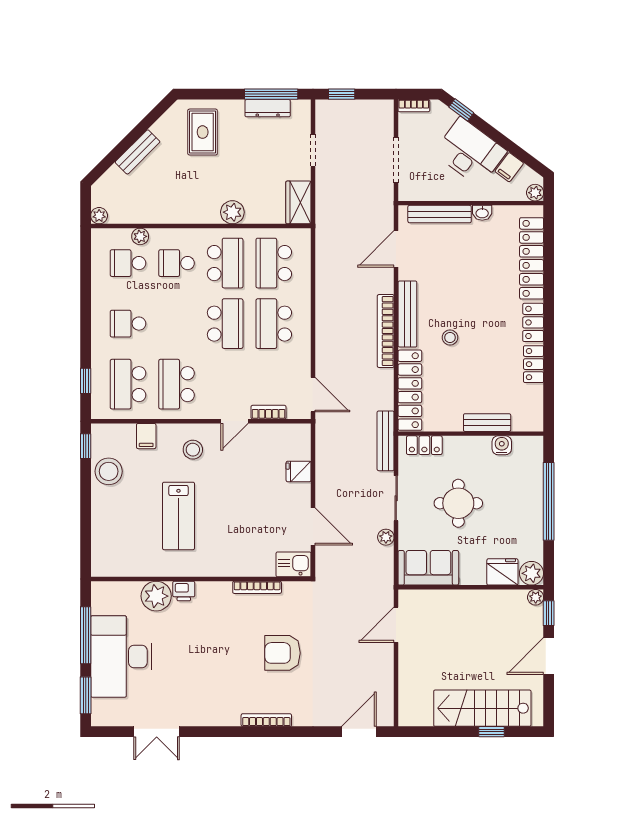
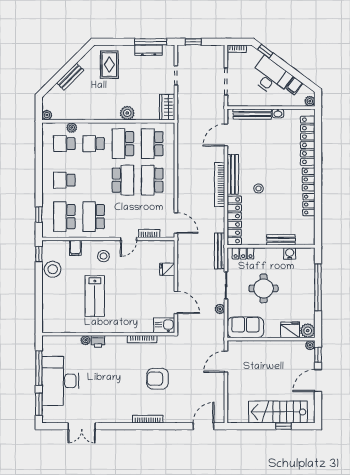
school desk: (225, 263) -> (123, 144), turned 180
plant: (156, 596) -> (86, 340), width x0.53, depth x0.53

